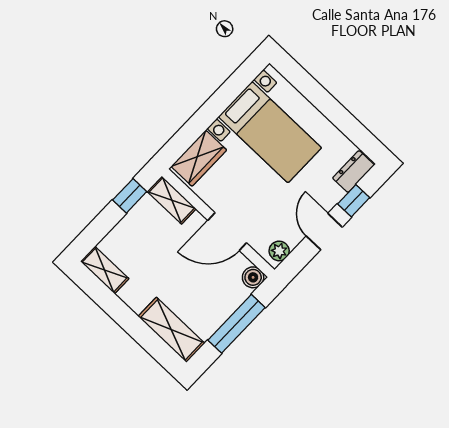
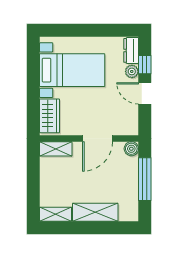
window: (130, 196) -> (33, 166), removed
plant: (279, 251) -> (132, 71), moved
shelving: (171, 330) -> (95, 212), moved

